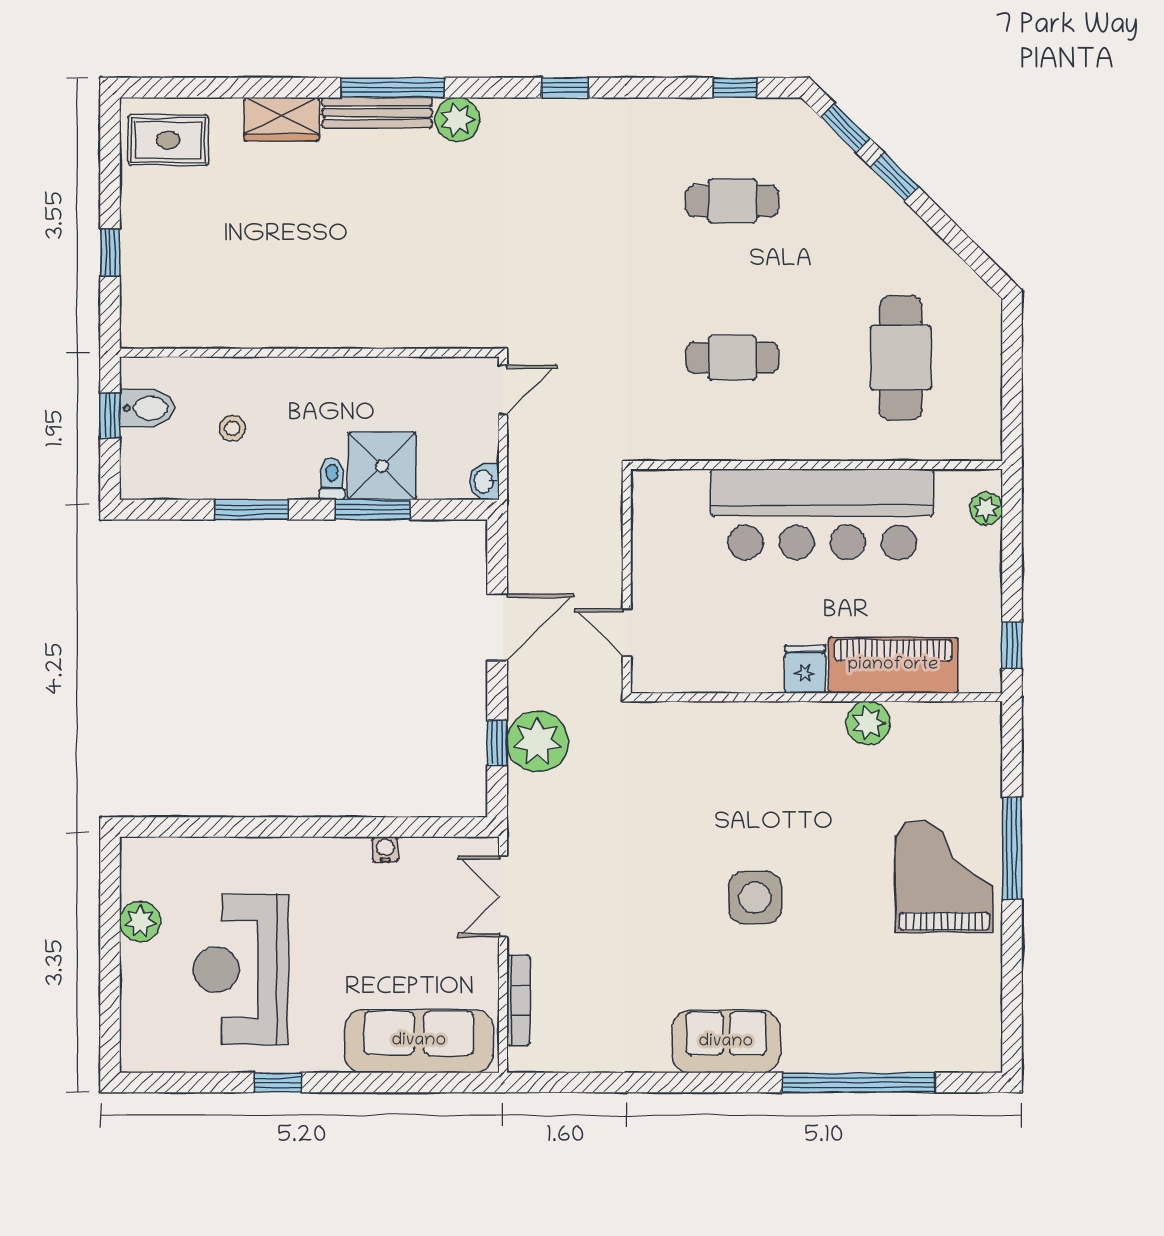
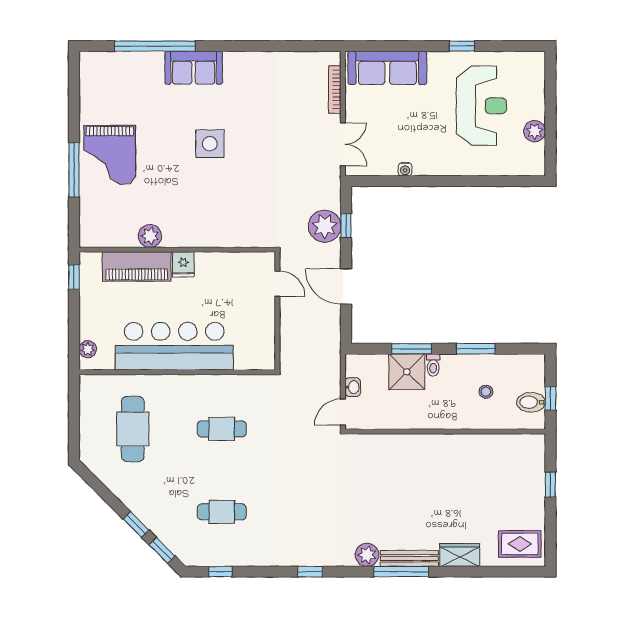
washbasin: (484, 482) -> (353, 387), moved
door: (497, 627) -> (346, 286), hinge flipped
sofa: (726, 1042) -> (194, 68), moved

